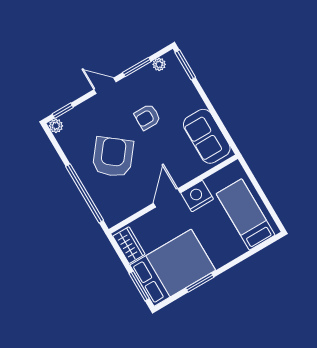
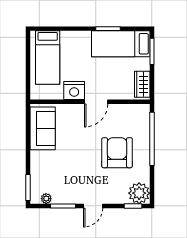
door: (105, 86) -> (93, 206), hinge flipped
armchair: (147, 117) -> (76, 166), removed
plant: (56, 126) -> (139, 193), width x1.87, depth x1.87
armchair: (113, 157) -> (117, 153), turned 142
bed: (173, 268) -> (121, 44), width x0.67

